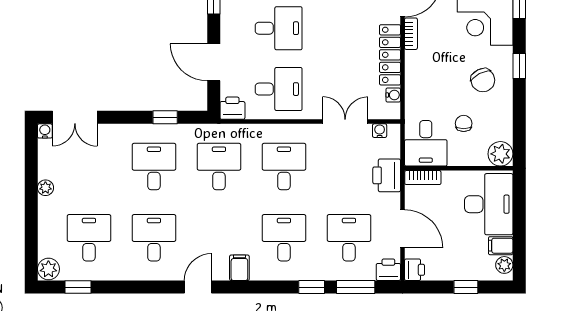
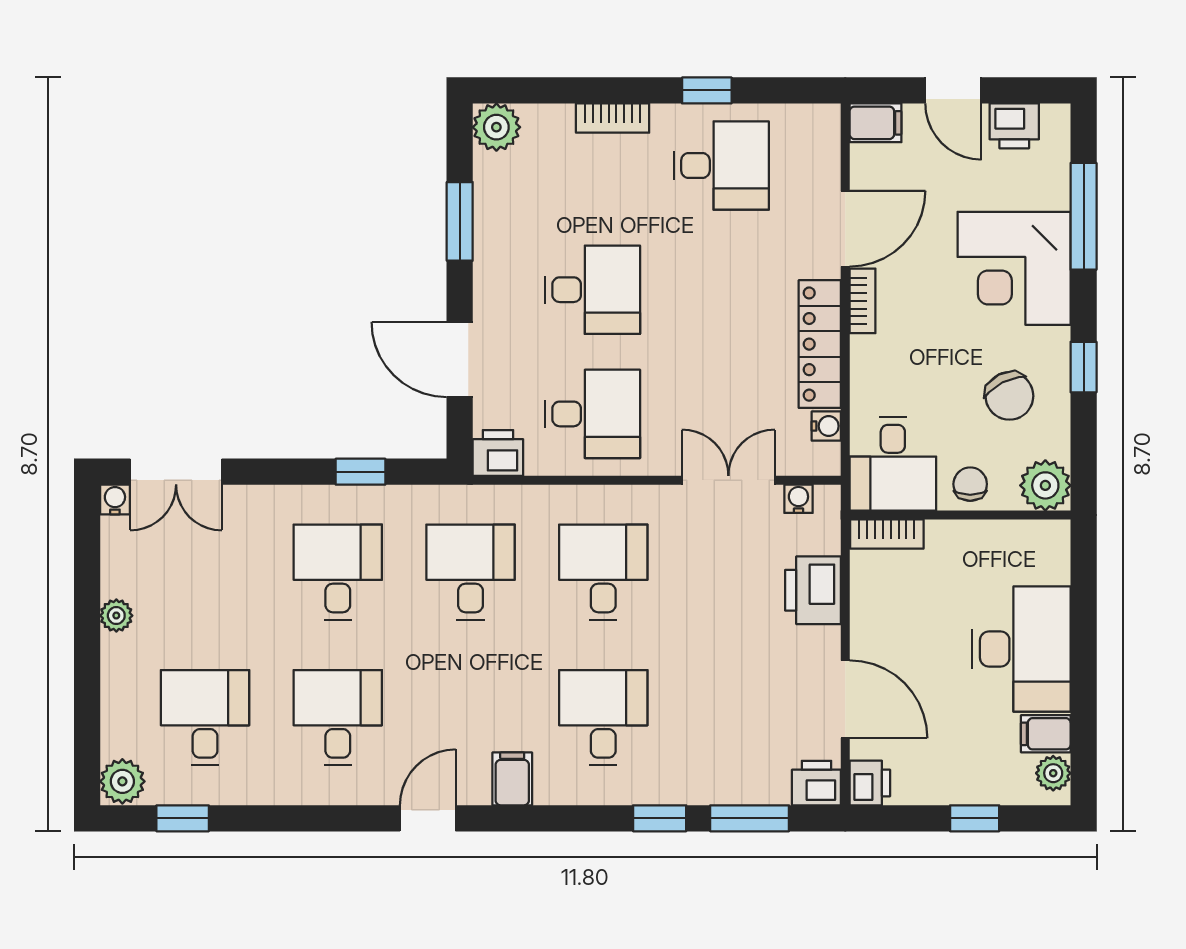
desk: (426, 143) -> (893, 464), moved
plant: (500, 154) -> (1045, 485), moved
wall: (459, 168) -> (960, 515), moved
bookcase: (423, 178) -> (887, 534), moved
desk: (349, 238) -> (736, 718), removed

